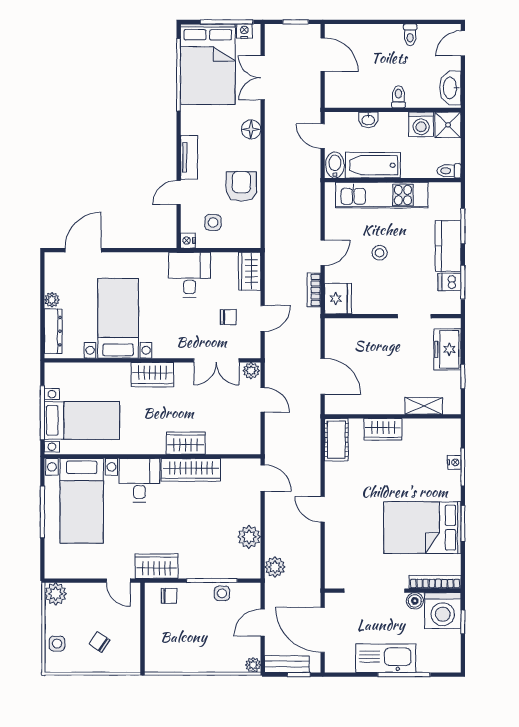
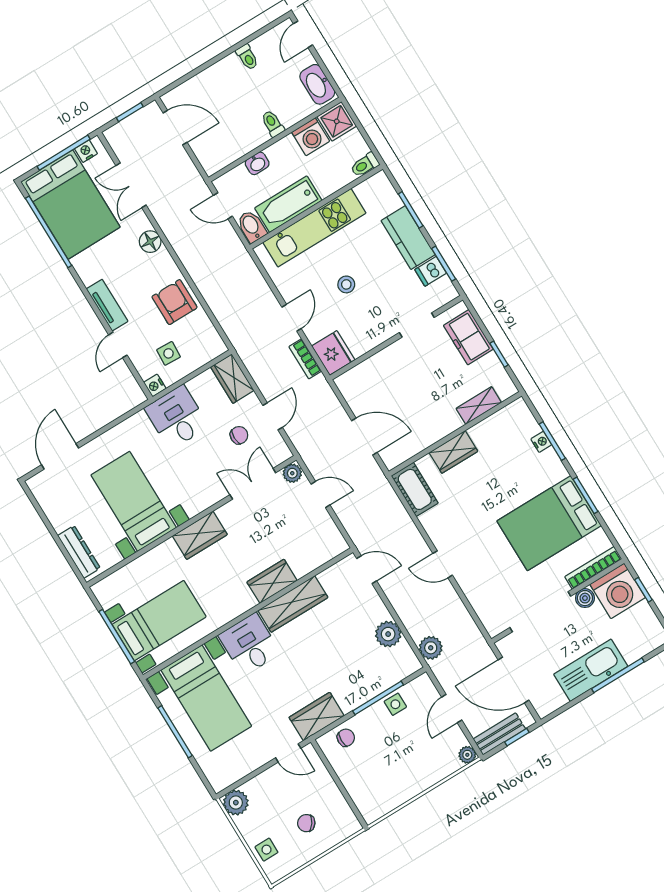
plant: (52, 300) -> (59, 522), removed
double door: (216, 360) -> (253, 484), swing flipped

